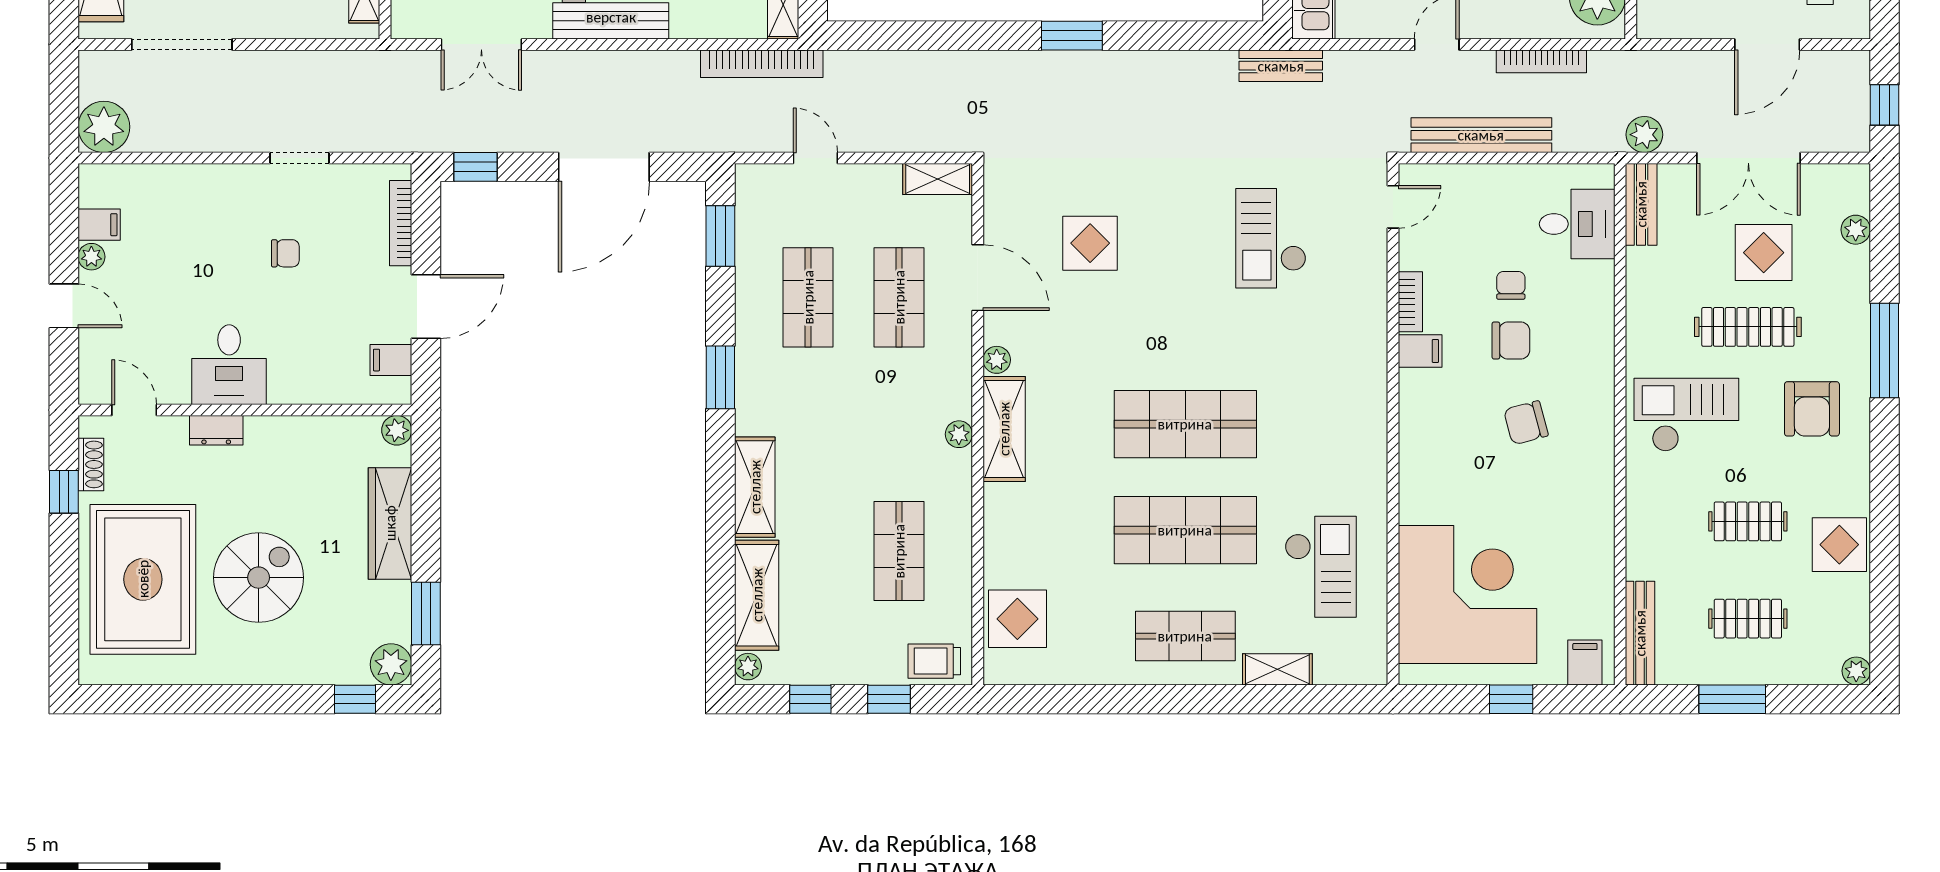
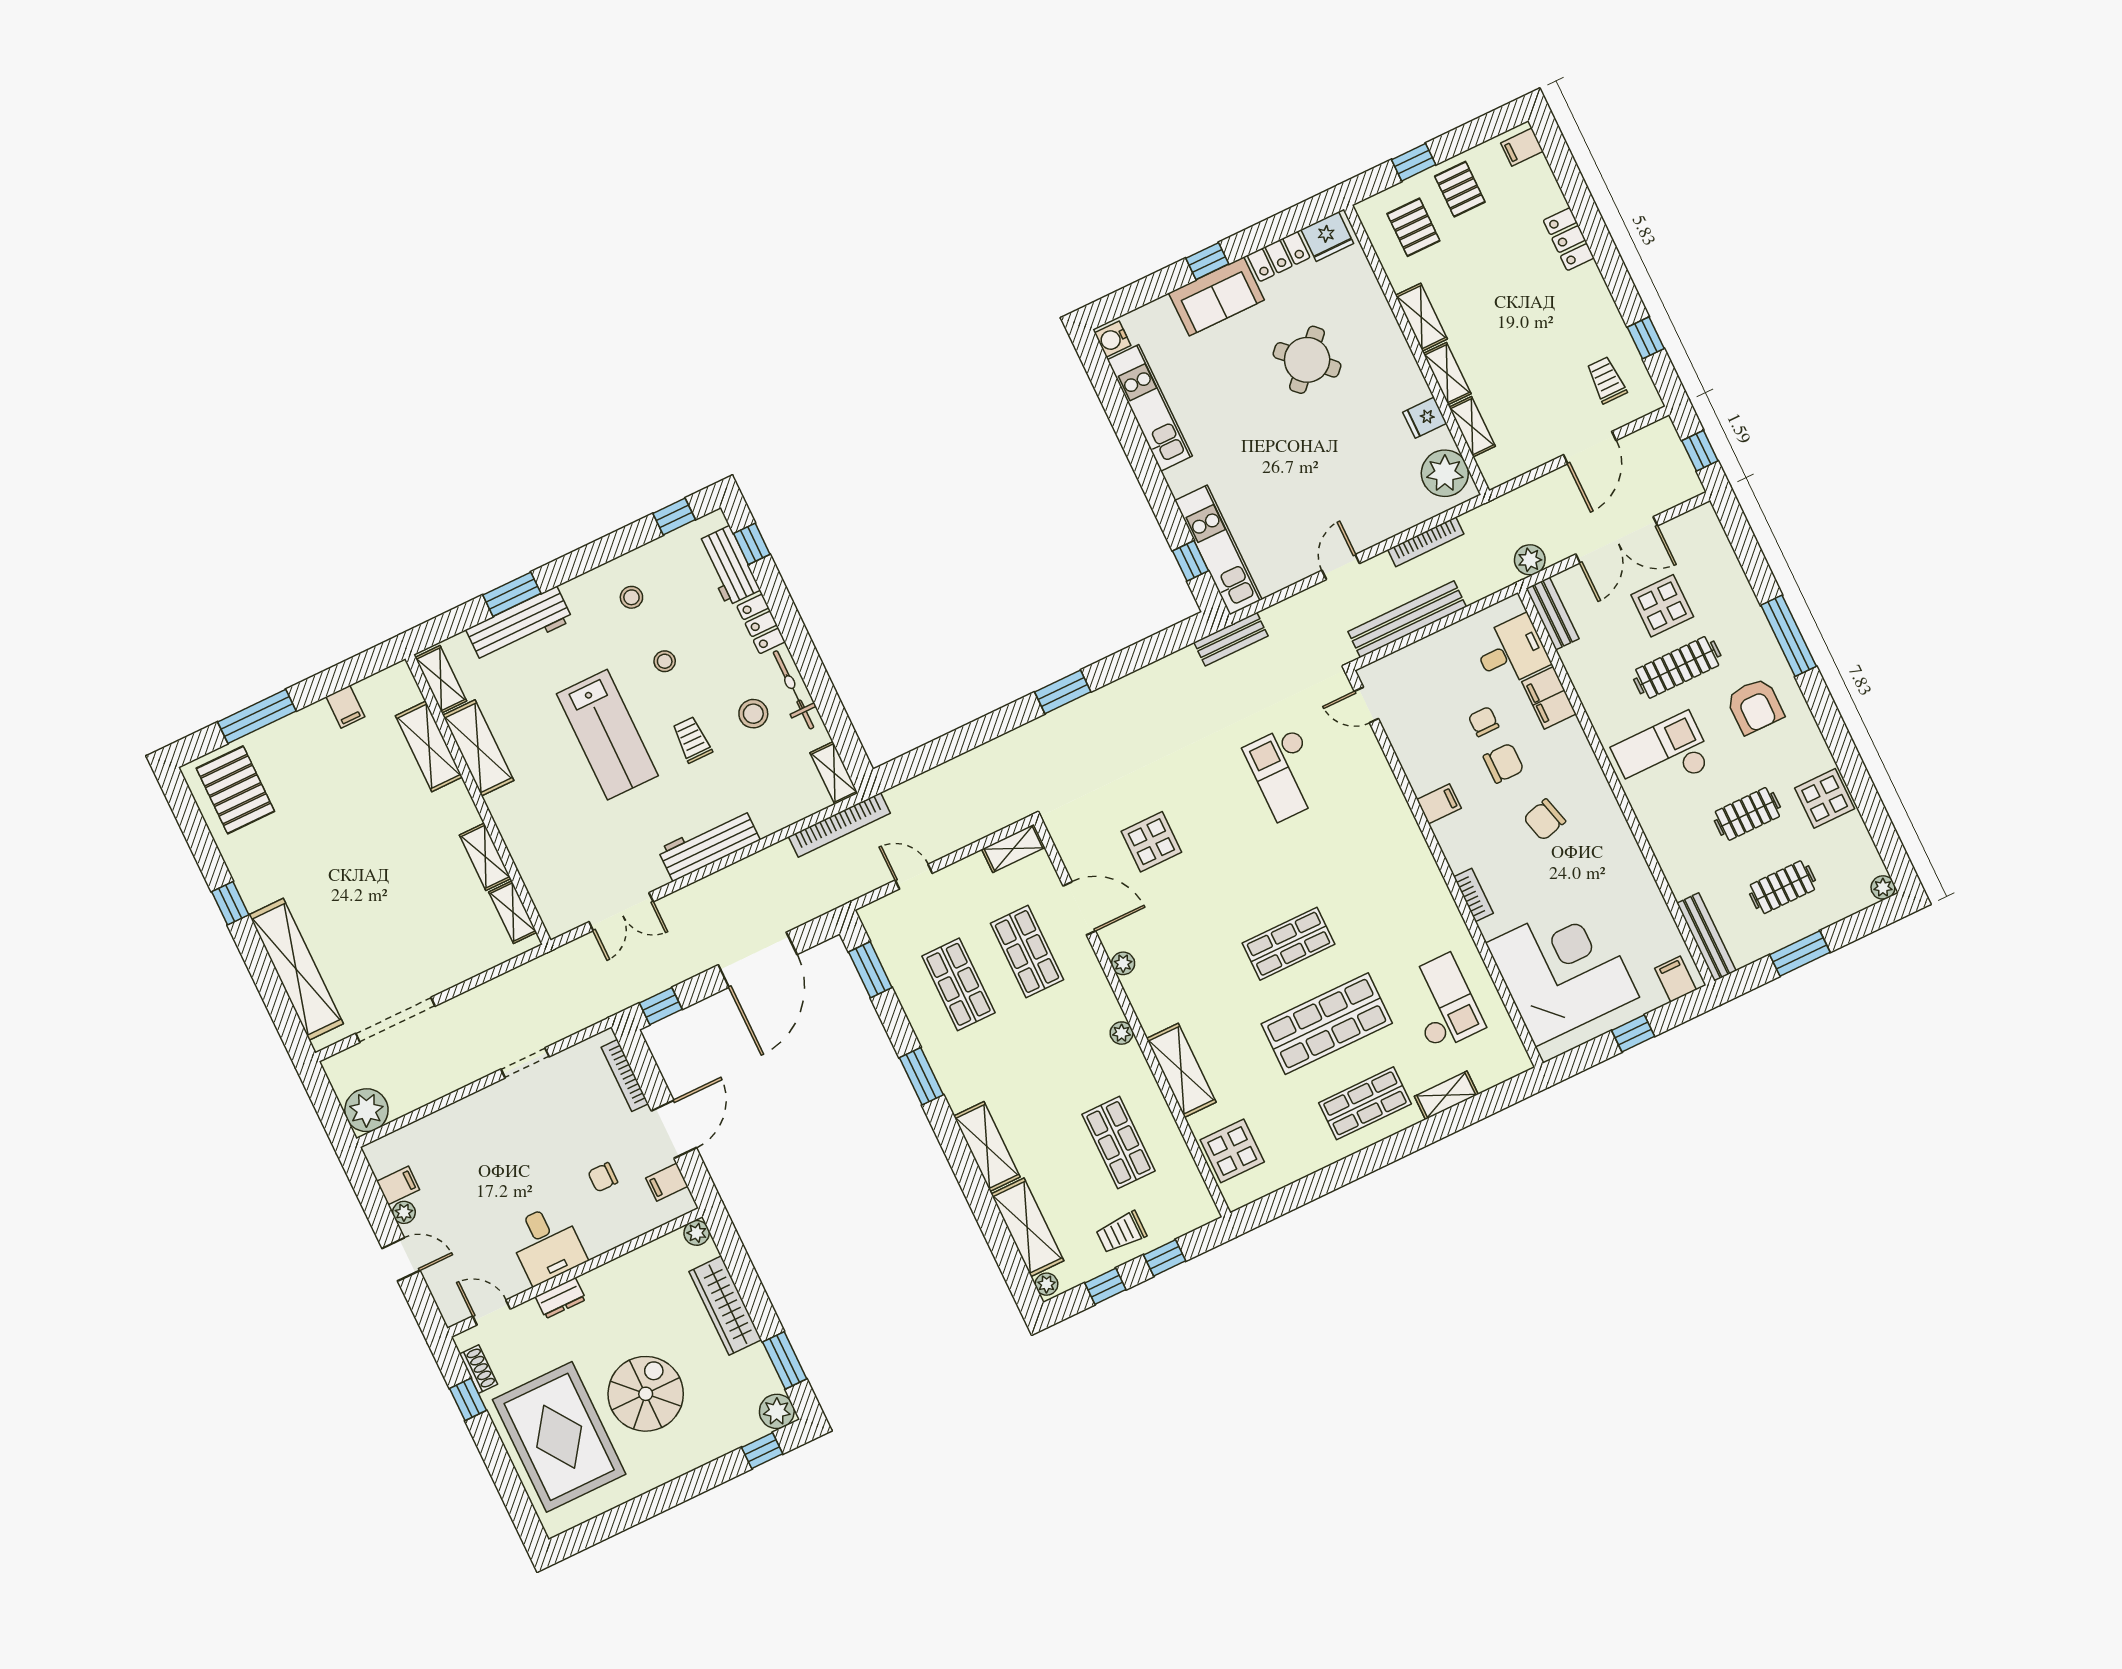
door: (1393, 207) -> (1366, 705), swing flipped
plant: (1856, 230) -> (1723, 555), removed
chair: (285, 253) -> (603, 1177), moved, turned 180
filing cabinet: (1594, 293) -> (1549, 698), added
bookcase: (1410, 302) -> (1474, 895), moved
shop shelf: (1185, 424) -> (1288, 944), width x0.70, depth x0.74
shelving: (1004, 429) -> (1181, 1070), moved
trolley: (934, 661) -> (1121, 1232), moved

